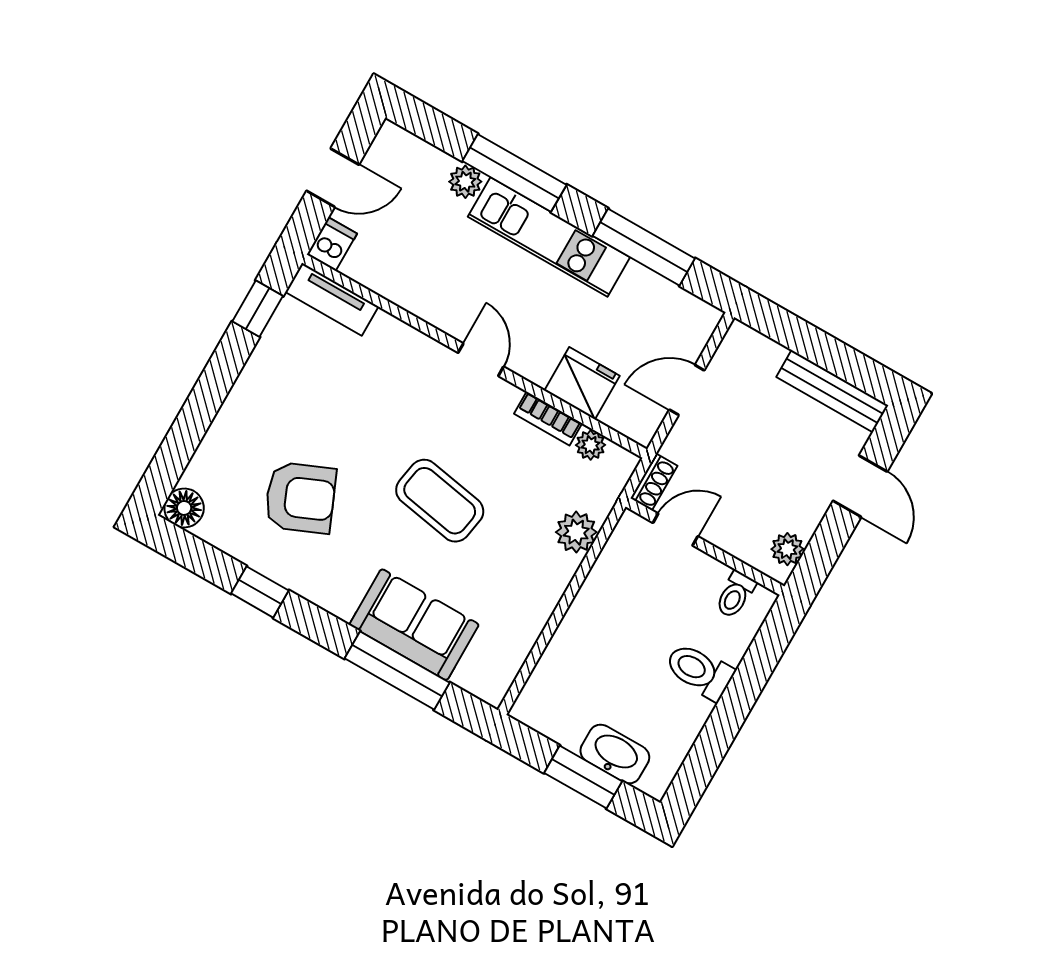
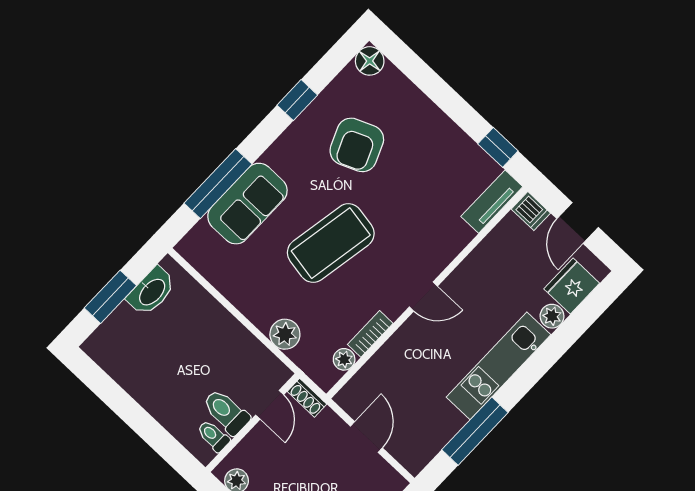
window: (514, 173) -> (550, 352), removed
fridge: (582, 383) -> (572, 286), moved, turned 180
coffee table: (440, 501) -> (331, 243), width x1.36, depth x1.32
toilet: (699, 671) -> (226, 412), moved, turned -90
washbasin: (615, 754) -> (151, 291), moved

